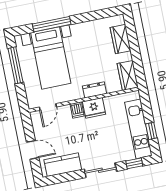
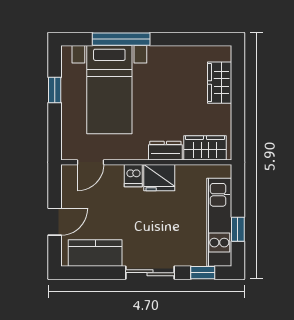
window: (16, 65) -> (55, 90), width x0.46
wardrobe: (128, 75) -> (205, 148), moved, turned 90
door: (33, 150) -> (55, 222), hinge flipped

